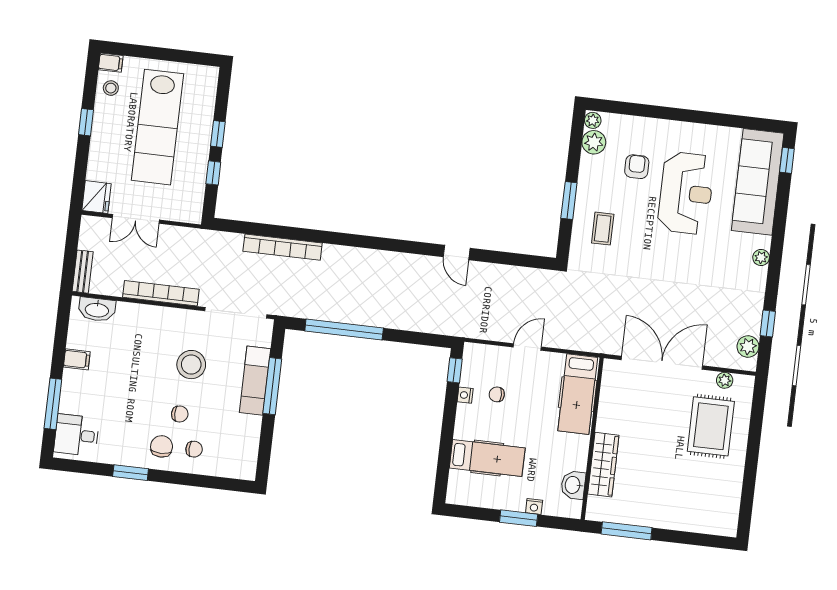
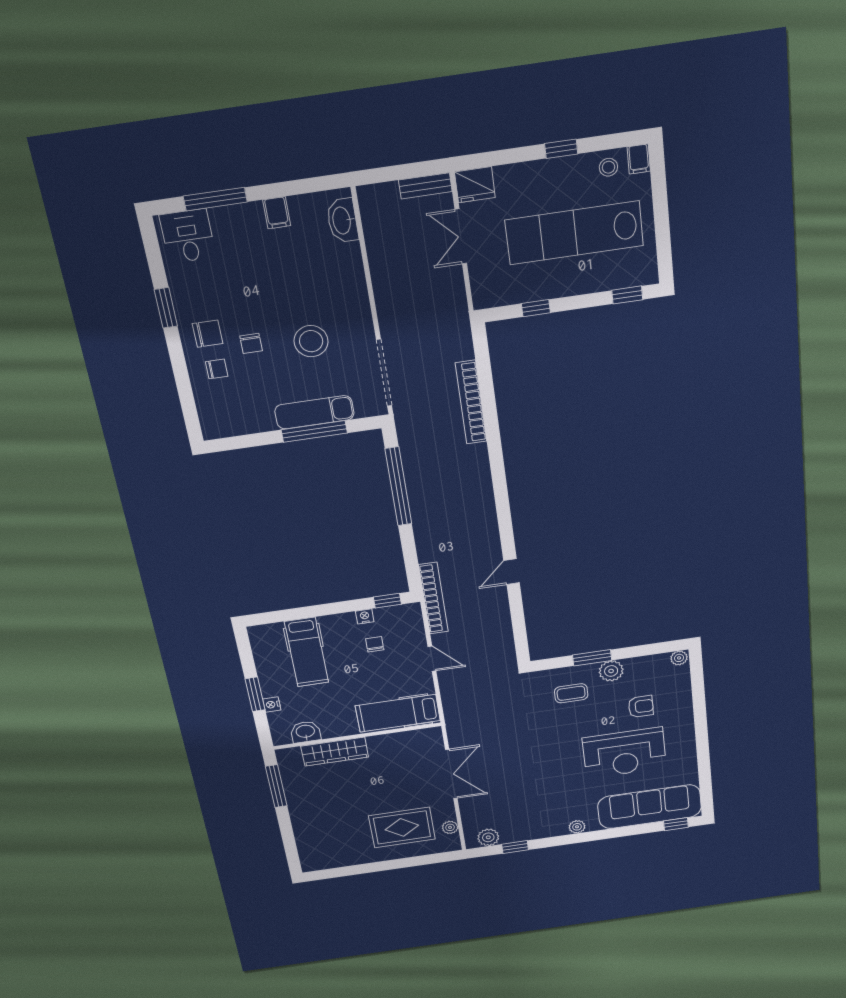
window: (218, 134) -> (627, 295), moved
plant: (594, 142) -> (611, 671), moved
bench: (83, 272) -> (425, 186), moved
bookcase: (161, 293) -> (433, 598), moved
double door: (662, 363) -> (451, 774), width x0.73
chair: (194, 449) -> (217, 369), turned -90

